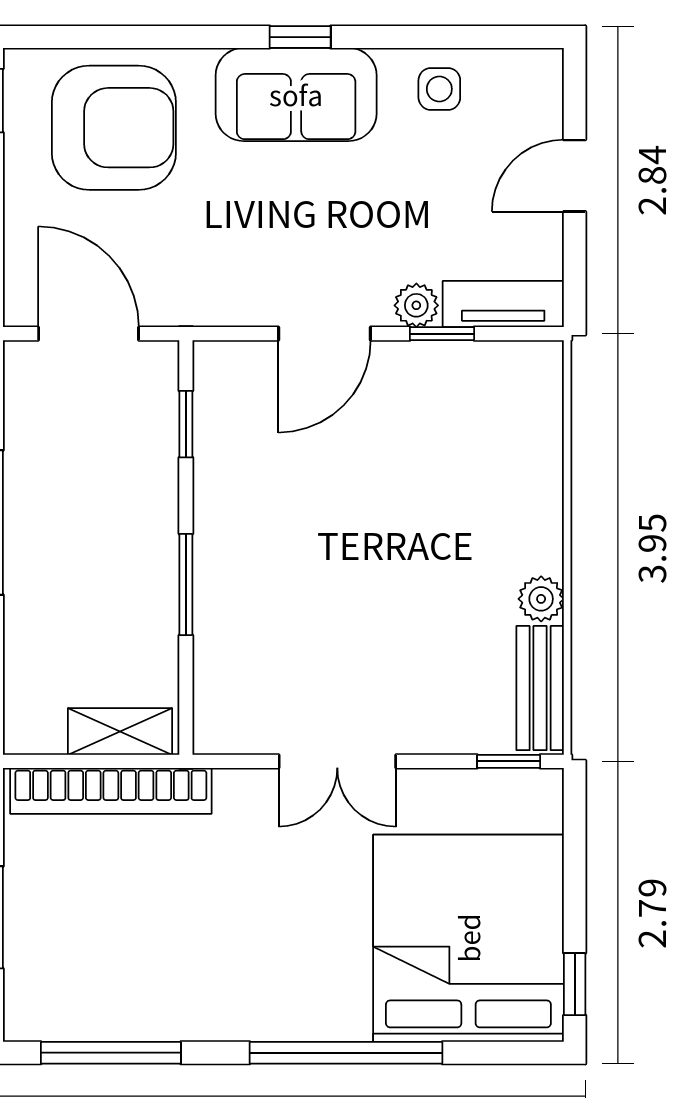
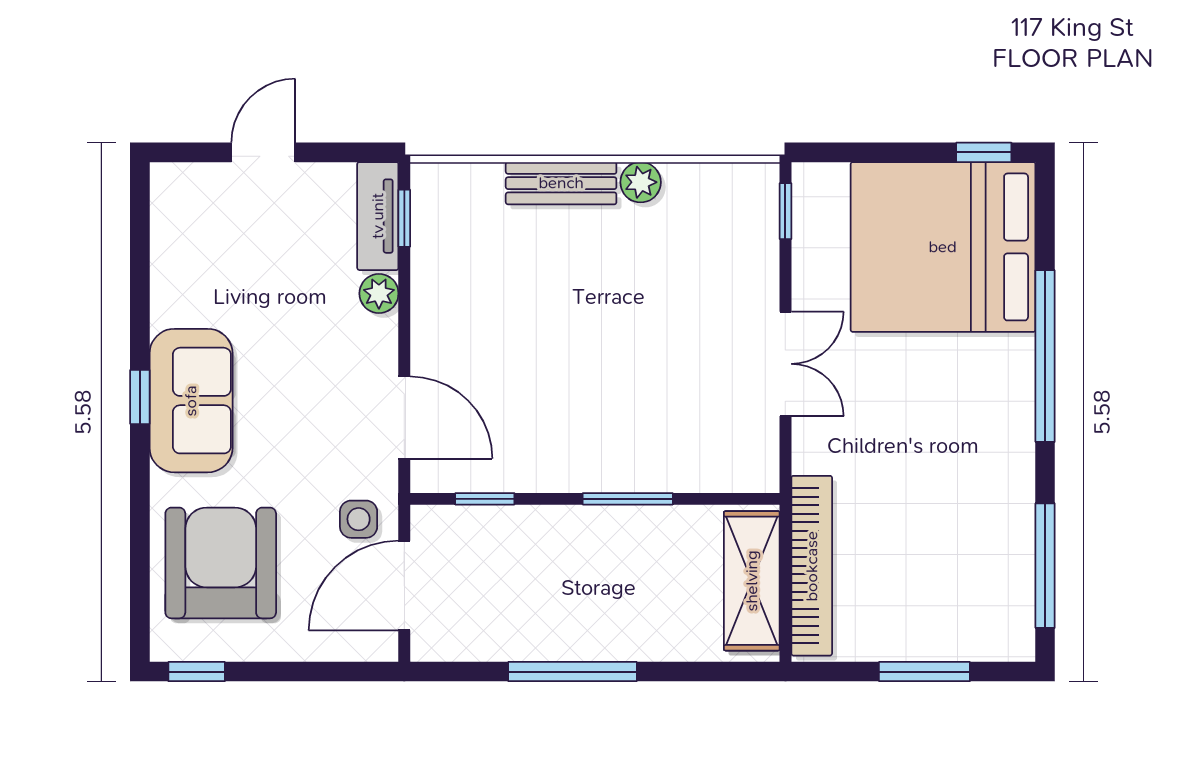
side table: (439, 89) -> (359, 519), moved
door: (575, 176) -> (263, 152), swing flipped
door: (325, 334) -> (404, 418), moved
window: (442, 334) -> (404, 218), moved
bench: (540, 688) -> (561, 183), moved
shelving: (120, 731) -> (752, 581), width x1.50, depth x1.33

